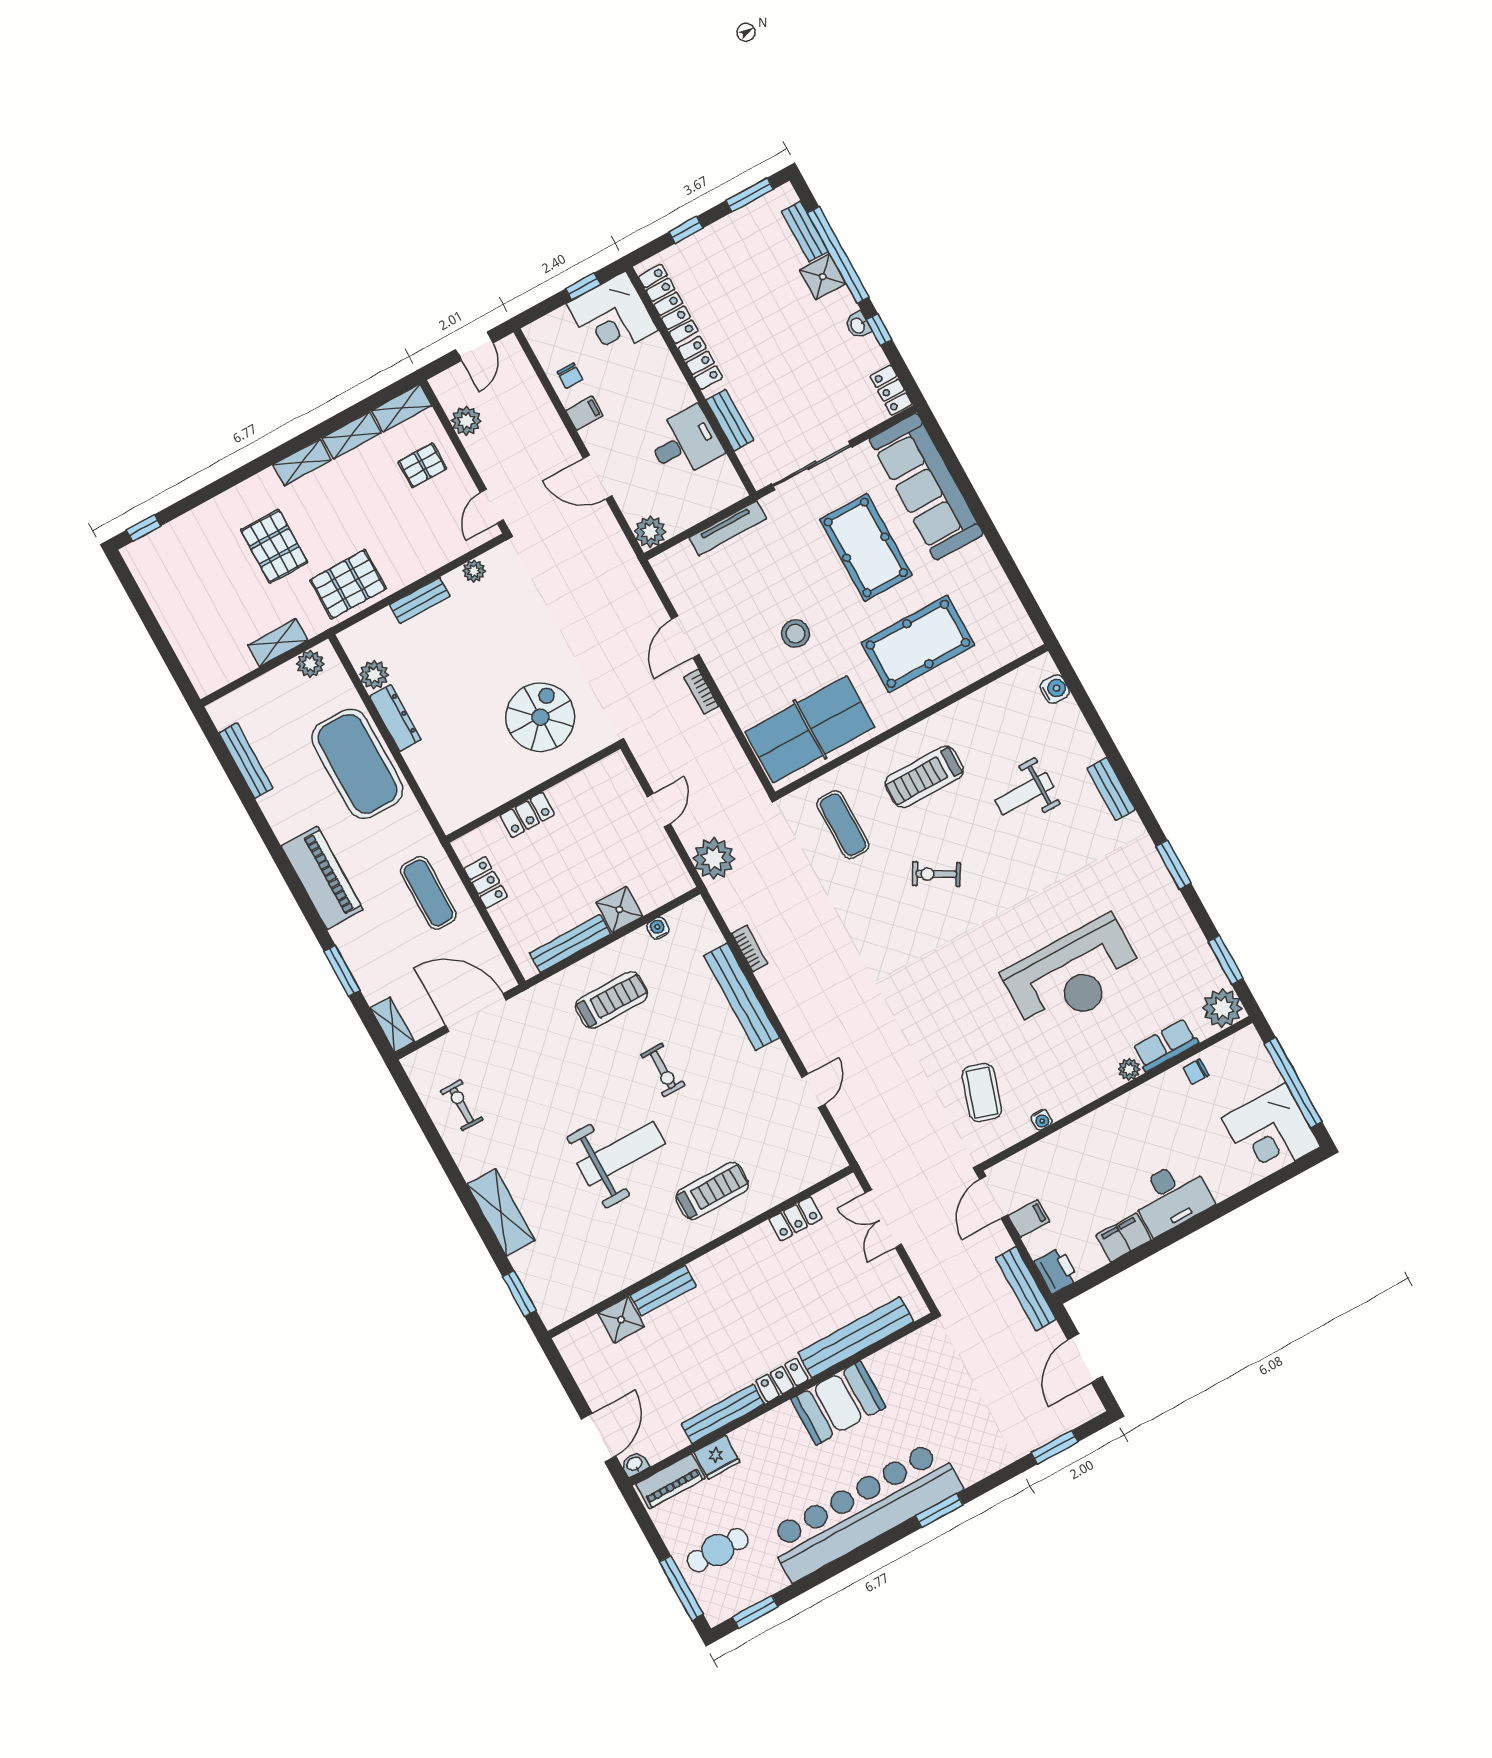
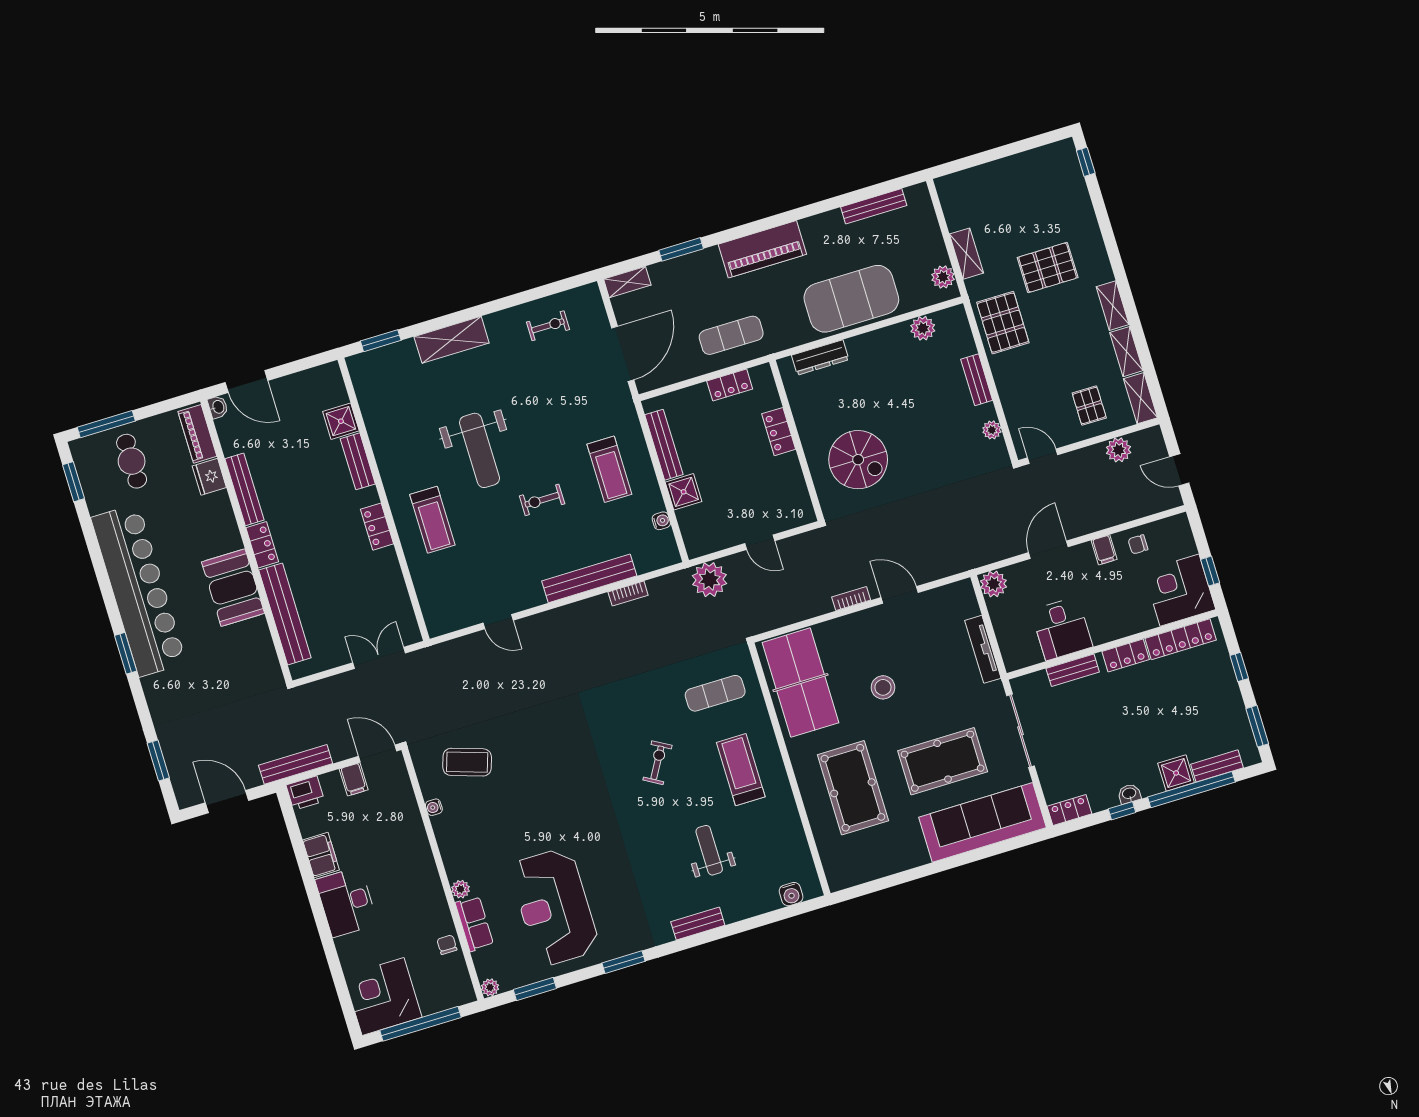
dresser: (395, 718) -> (820, 357), moved
reception desk: (1073, 975) -> (554, 907), moved
plant: (1222, 1008) -> (490, 987), width x0.53, depth x0.53
locker: (795, 1219) -> (377, 527), moved

